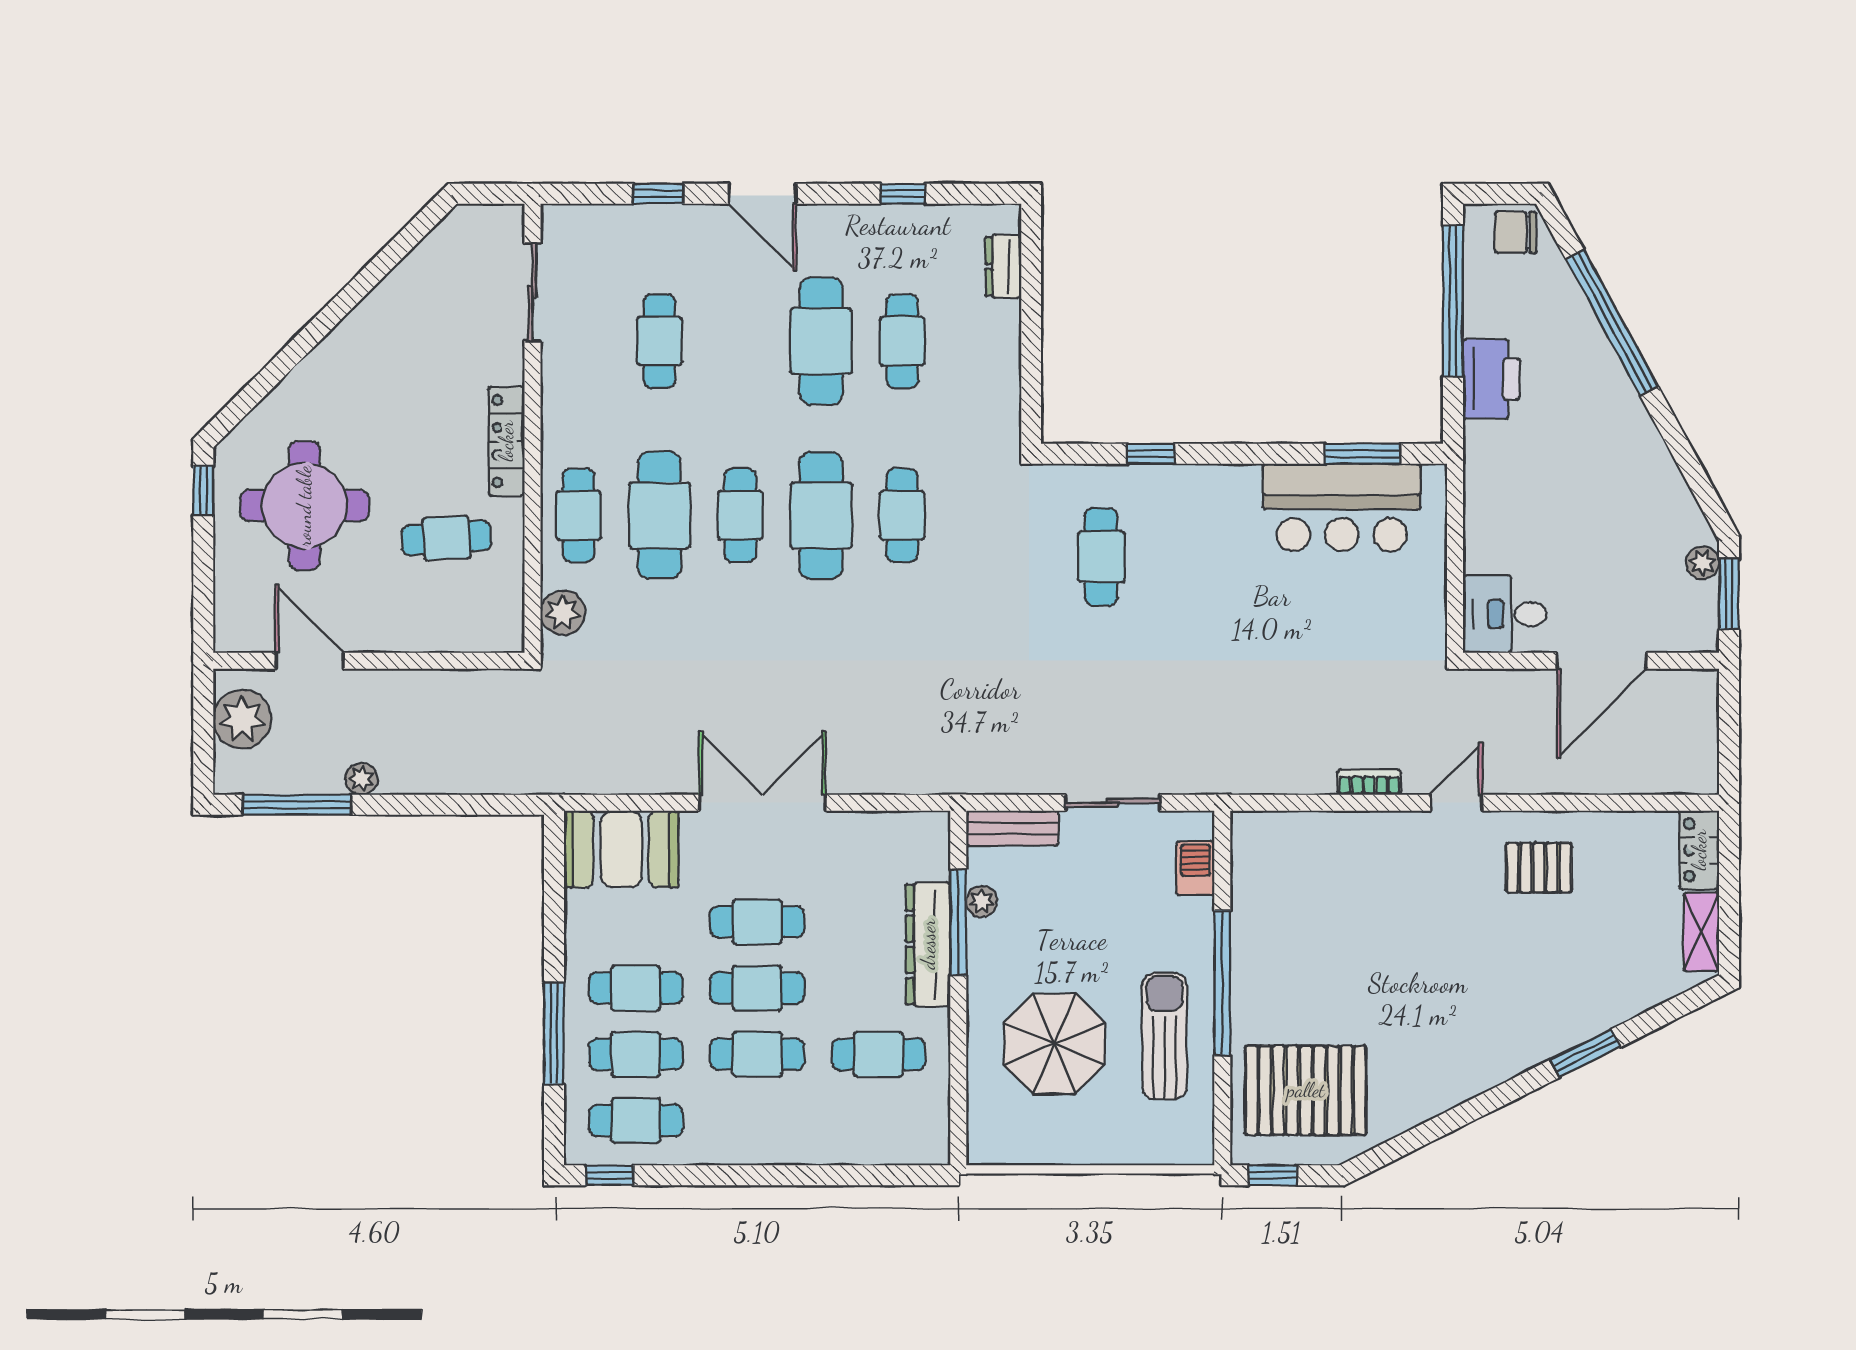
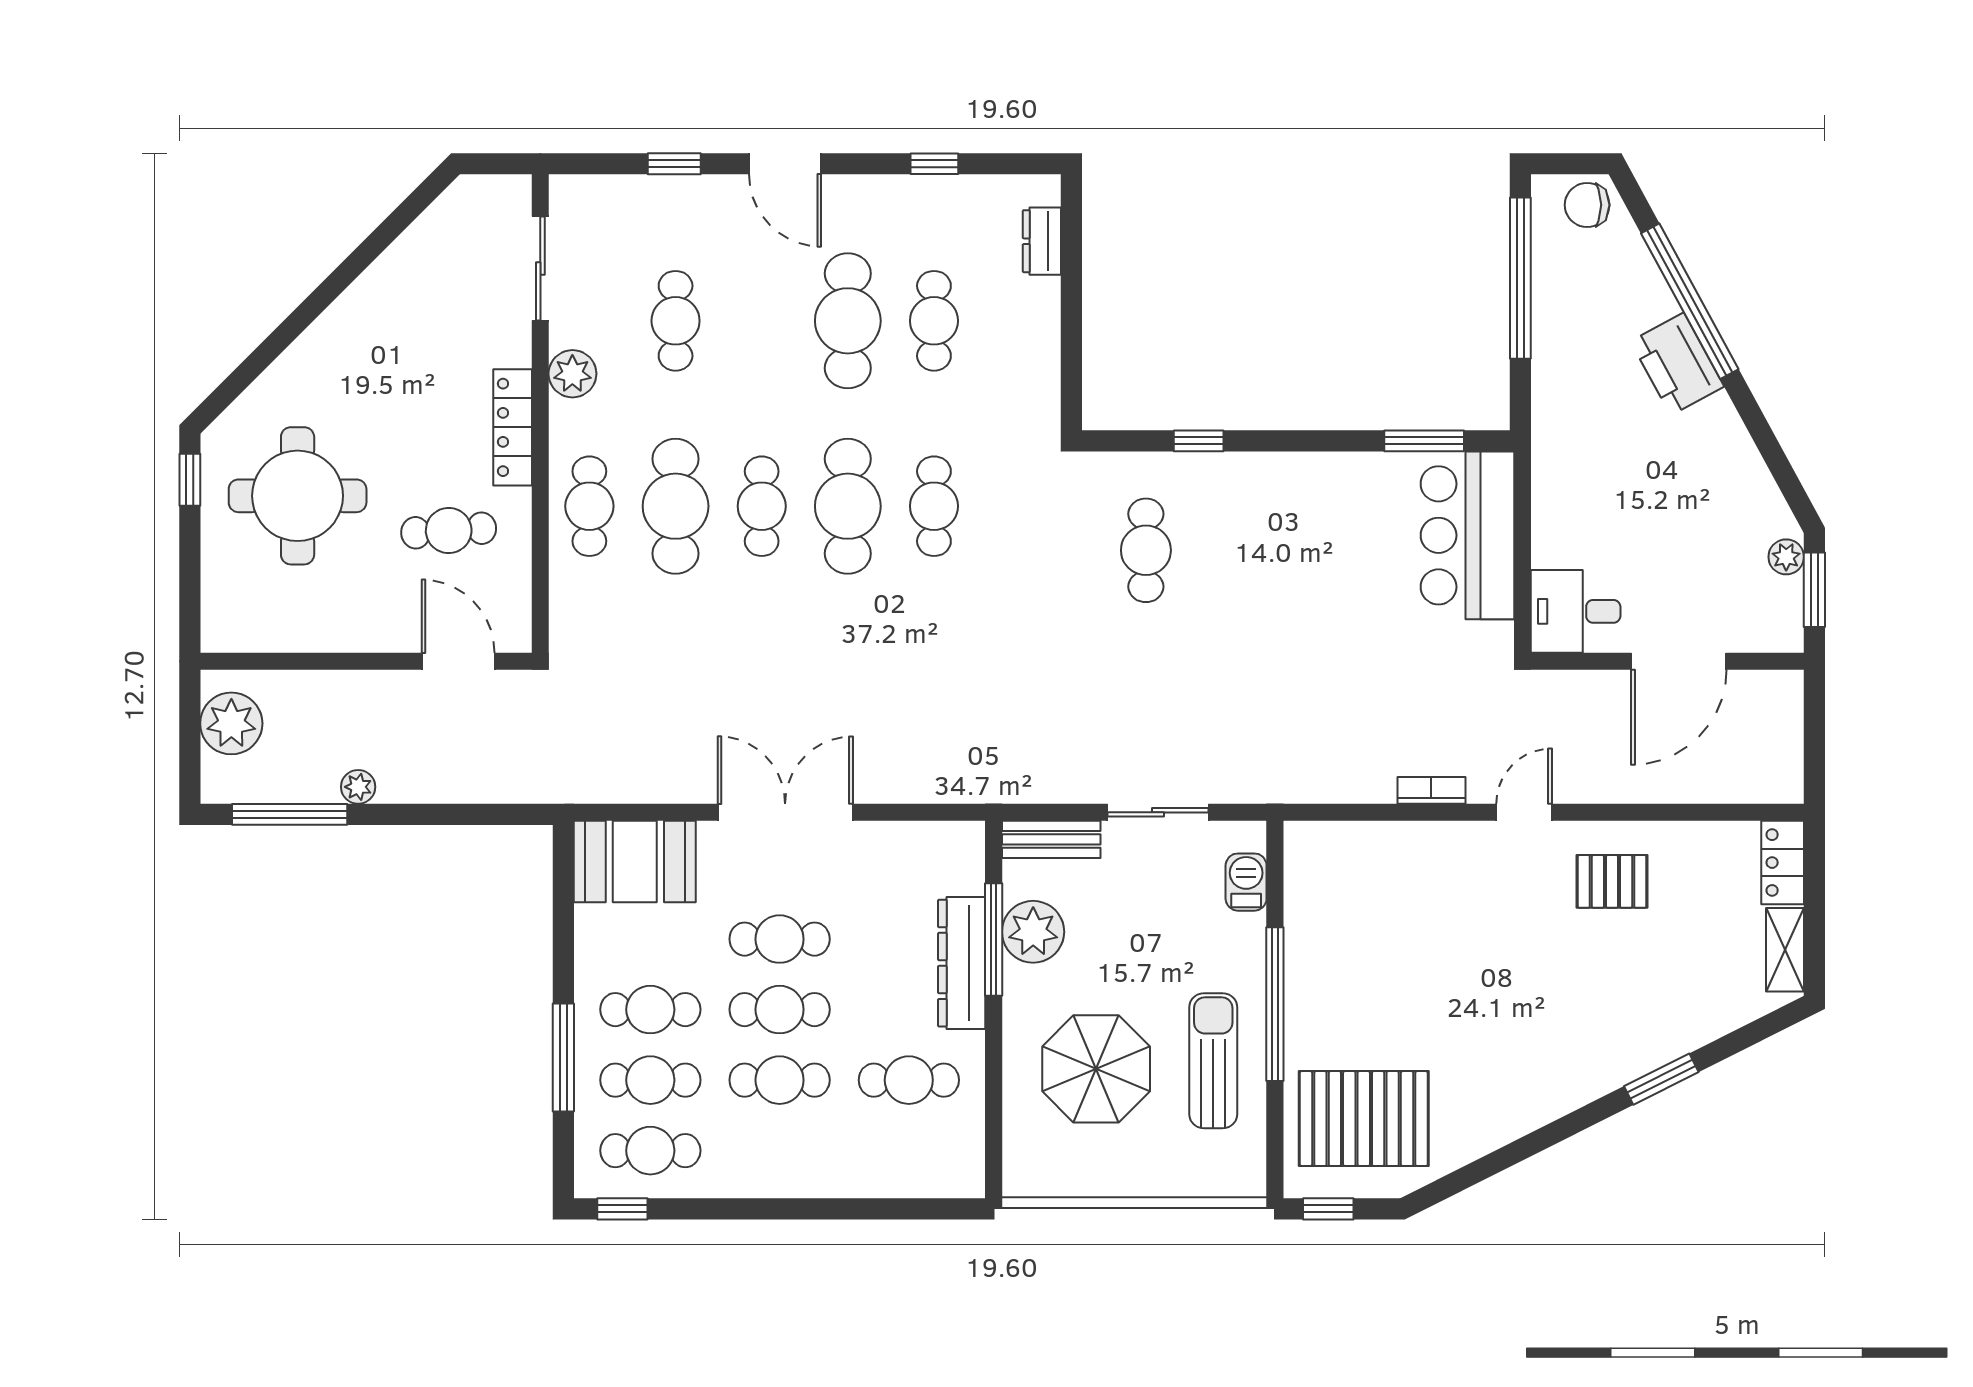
printer: (1491, 379) -> (1677, 364), moved, turned 151
bar counter: (1342, 508) -> (1467, 535), moved, turned 90
plant: (563, 613) -> (572, 374), moved
door: (309, 661) -> (458, 661), moved
plant: (982, 901) -> (1033, 932), width x1.87, depth x1.87

